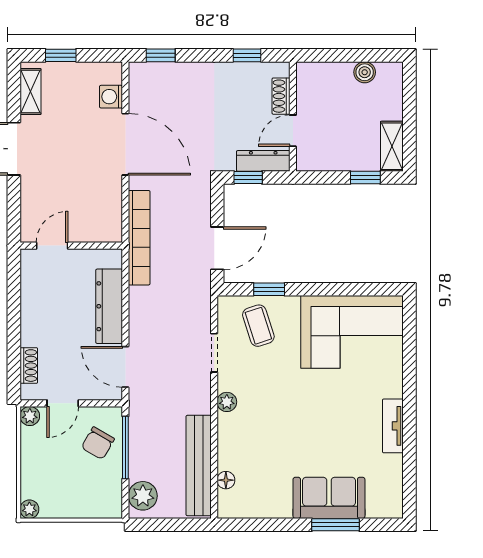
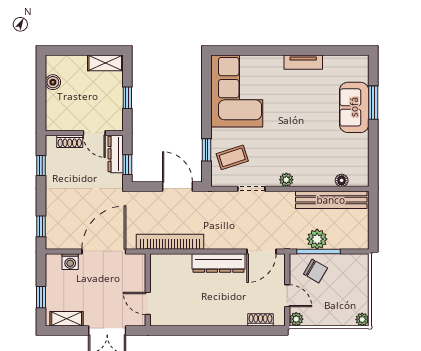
window: (365, 177) -> (127, 98), moved
door: (52, 246) -> (148, 303), moved
wall: (71, 246) -> (148, 290), moved
plant: (143, 496) -> (317, 239), moved

